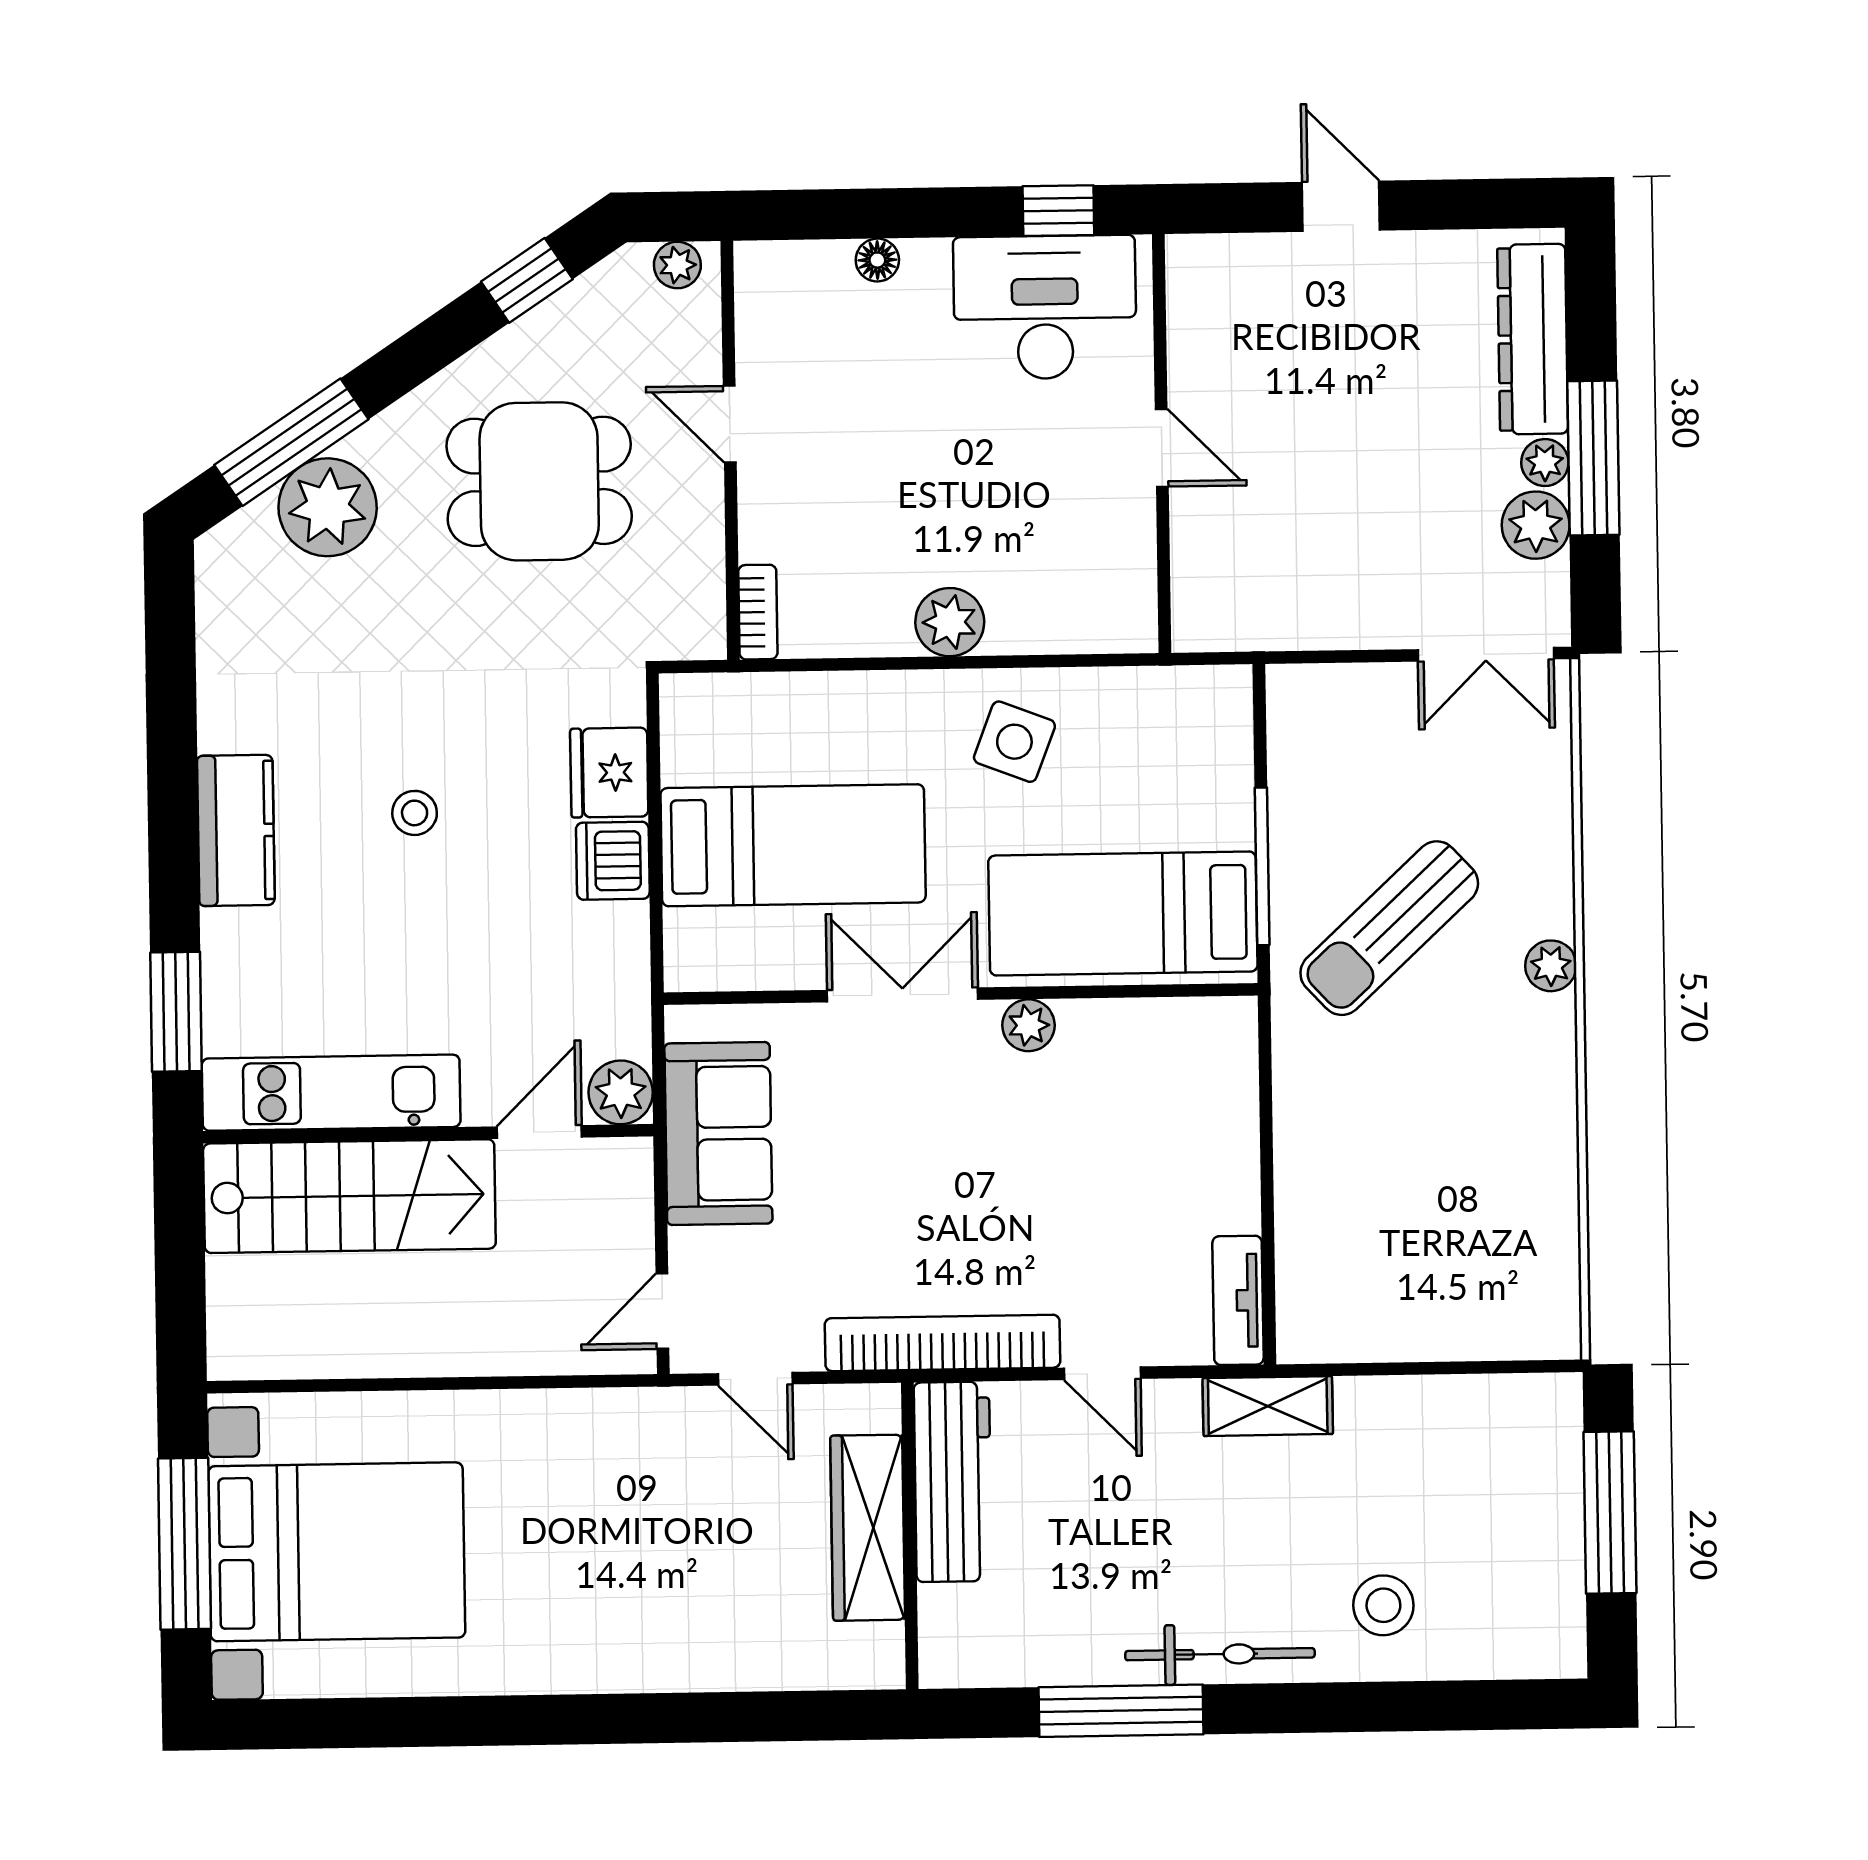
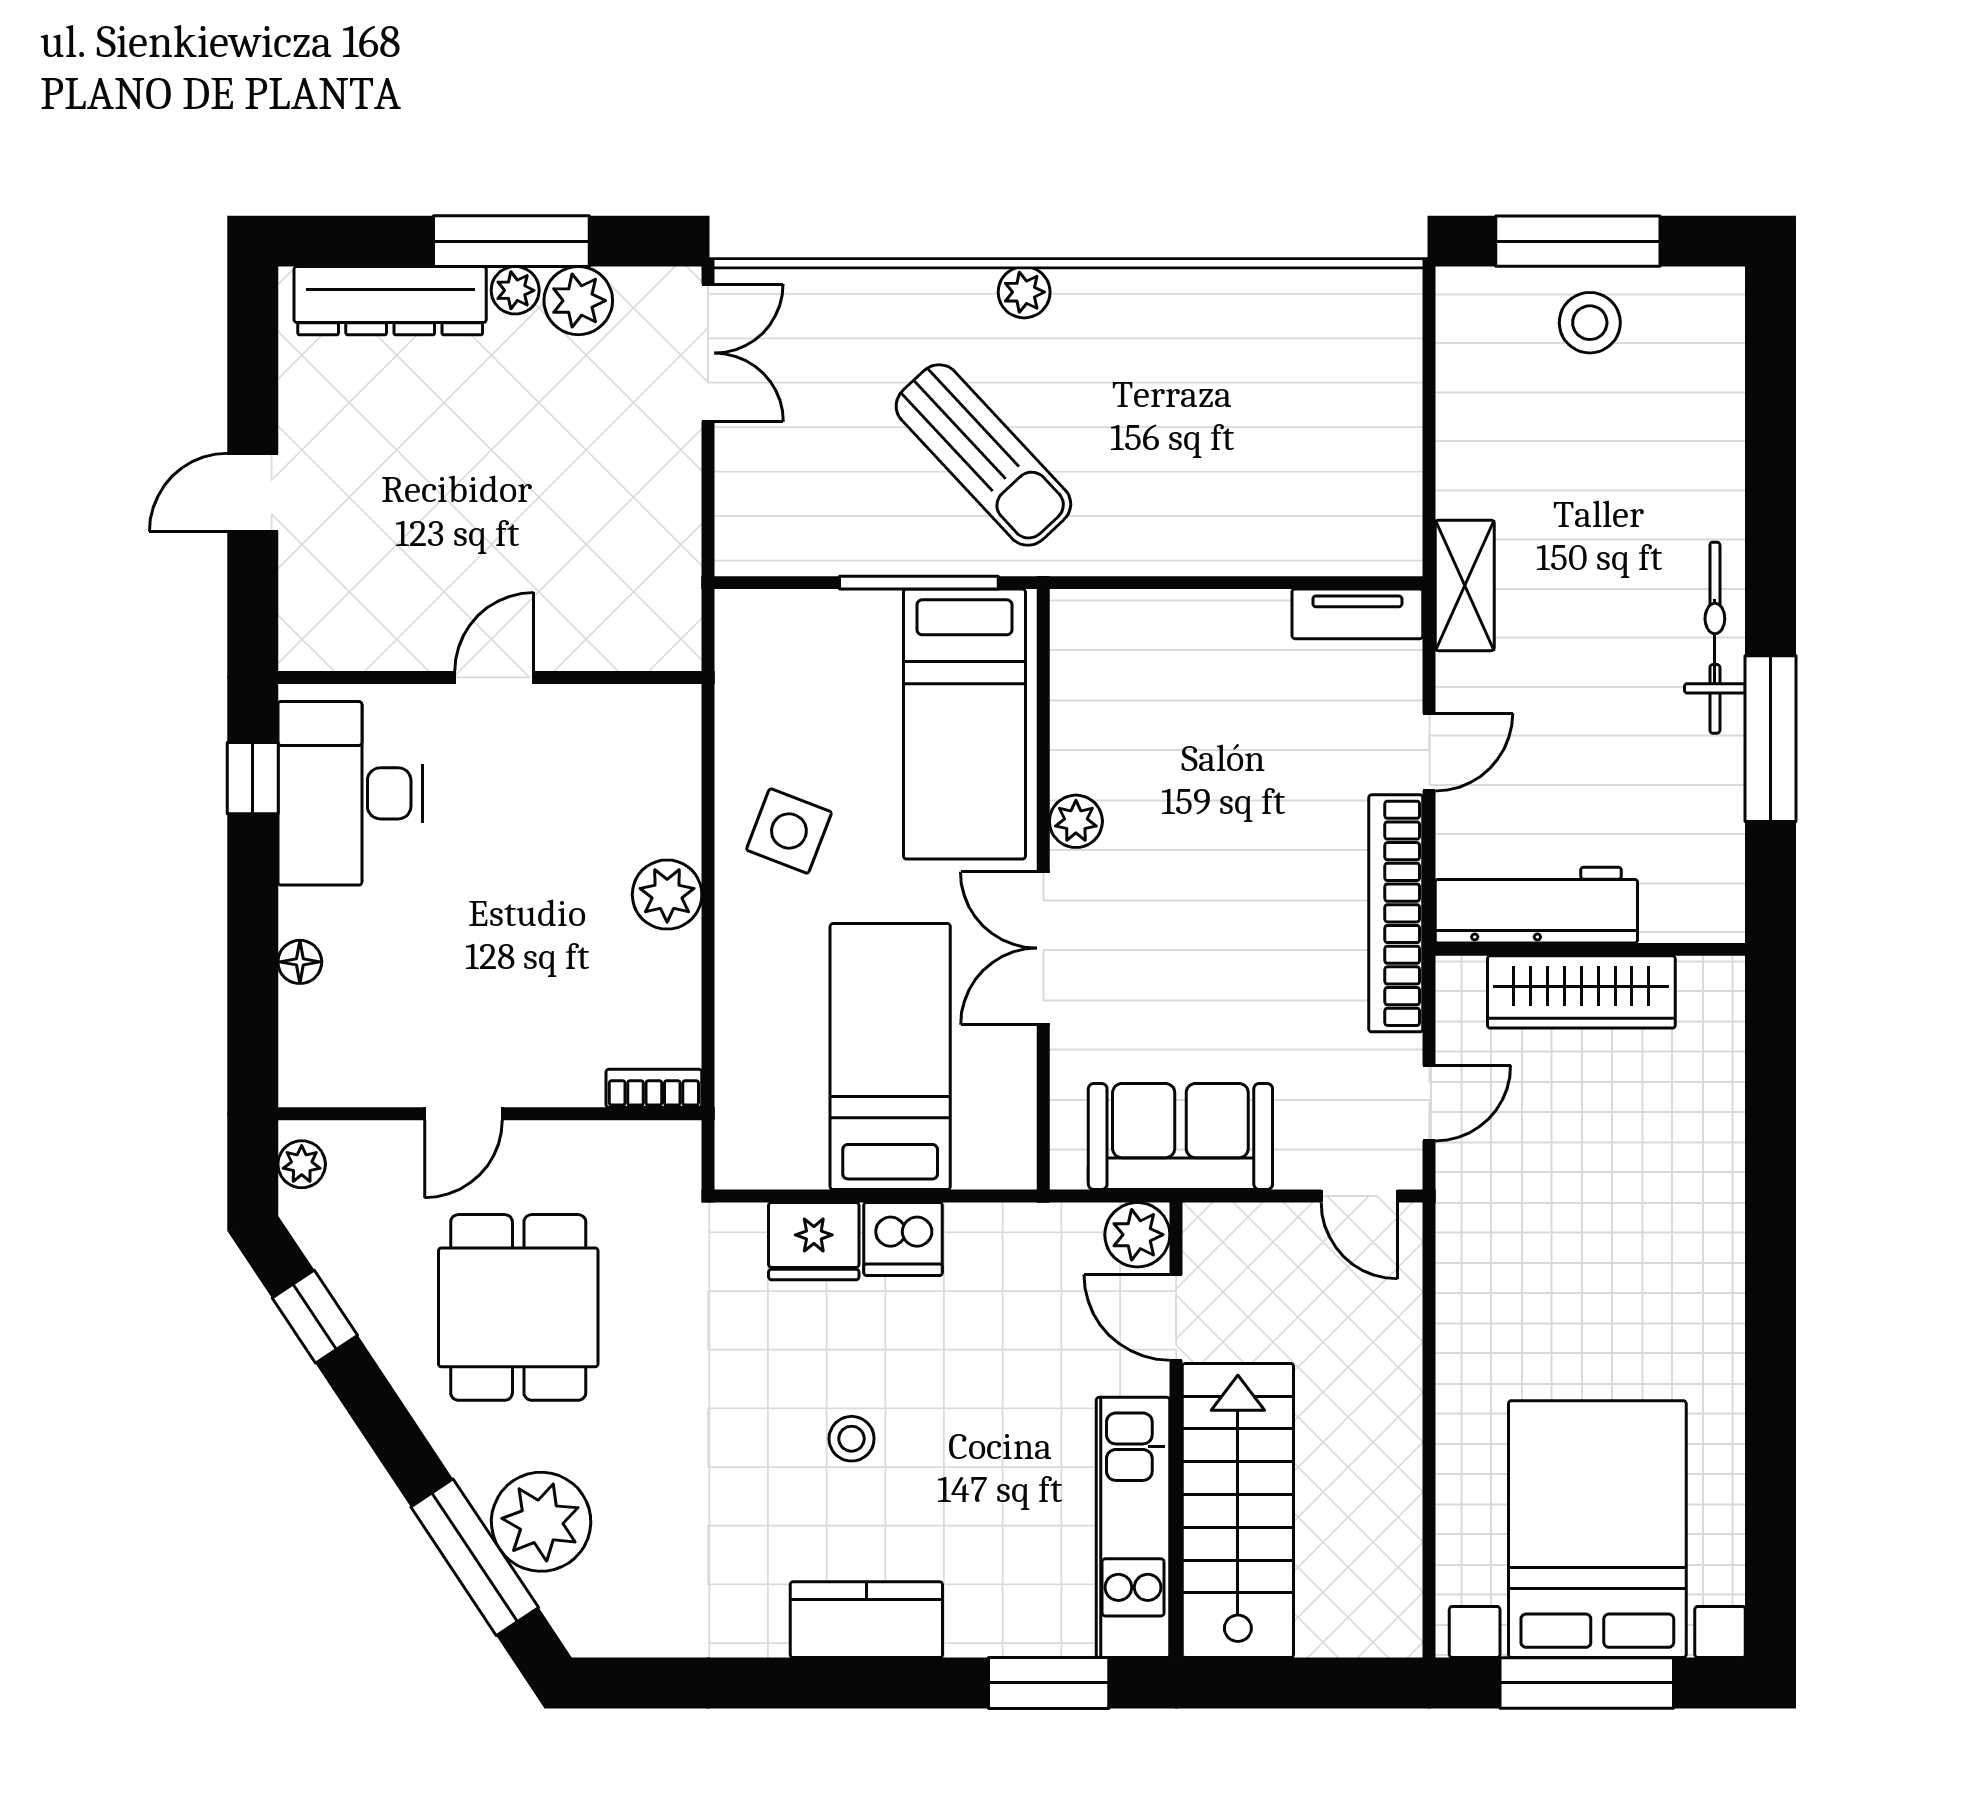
stool: (1383, 1605) -> (1590, 323), moved

